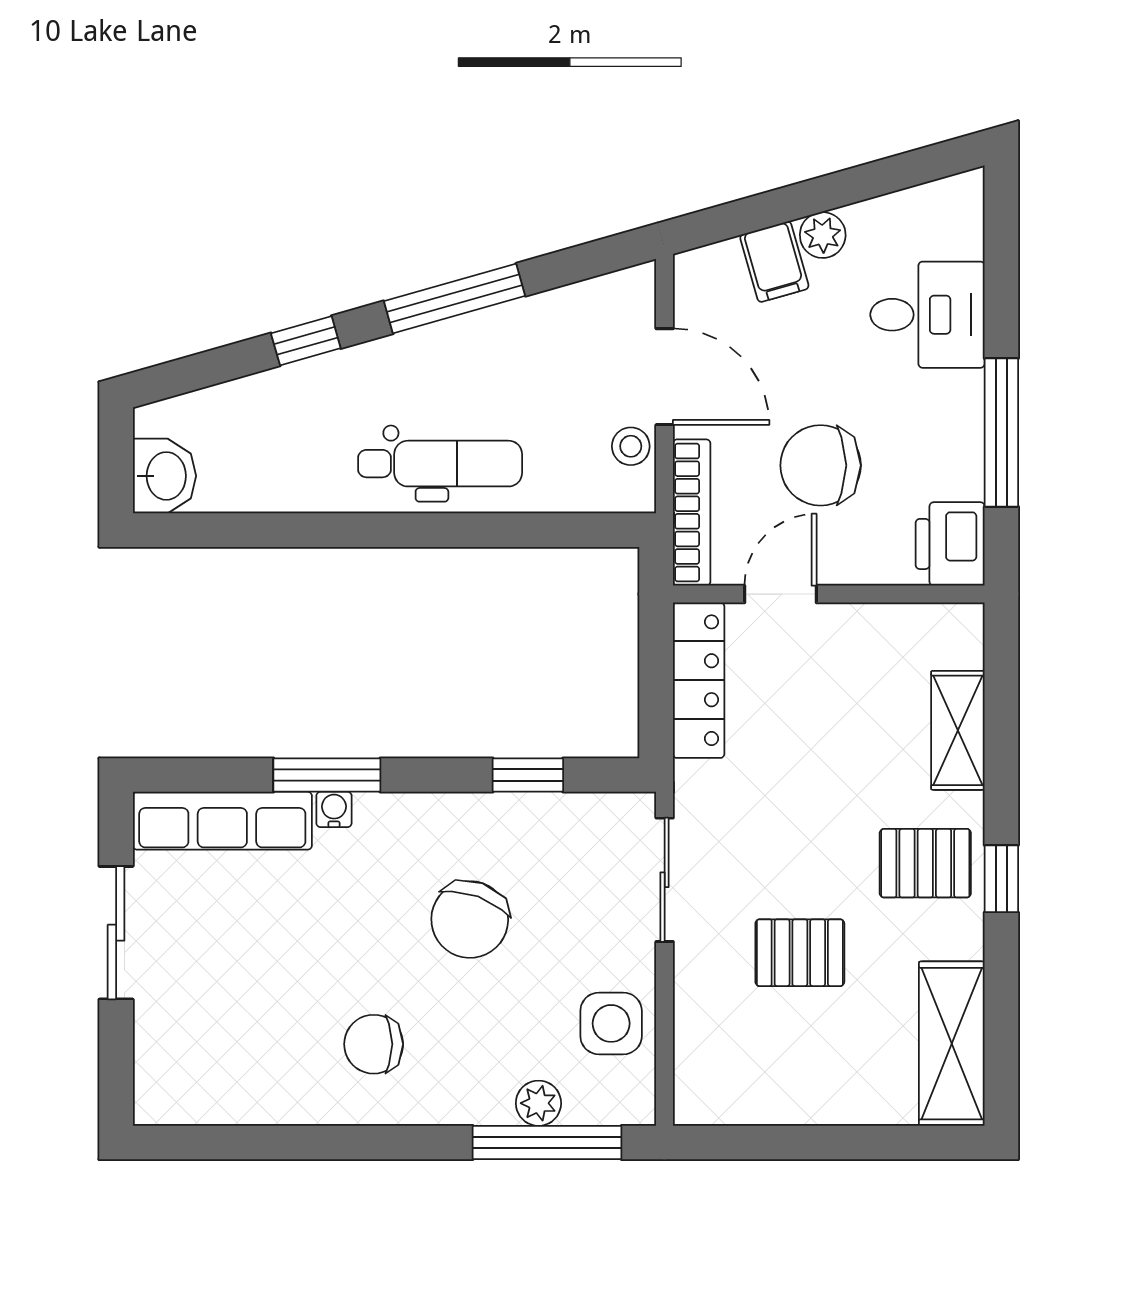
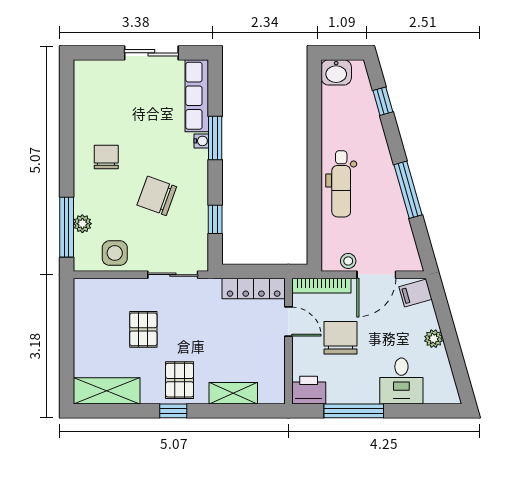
filing cabinet: (774, 262) -> (415, 293), moved
window: (306, 341) -> (383, 101), moved

